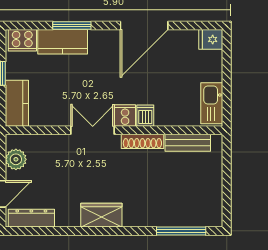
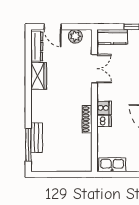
double door: (93, 130) -> (94, 69), moved
bench: (188, 143) -> (37, 138), moved
wardrobe: (101, 215) -> (39, 76), moved

